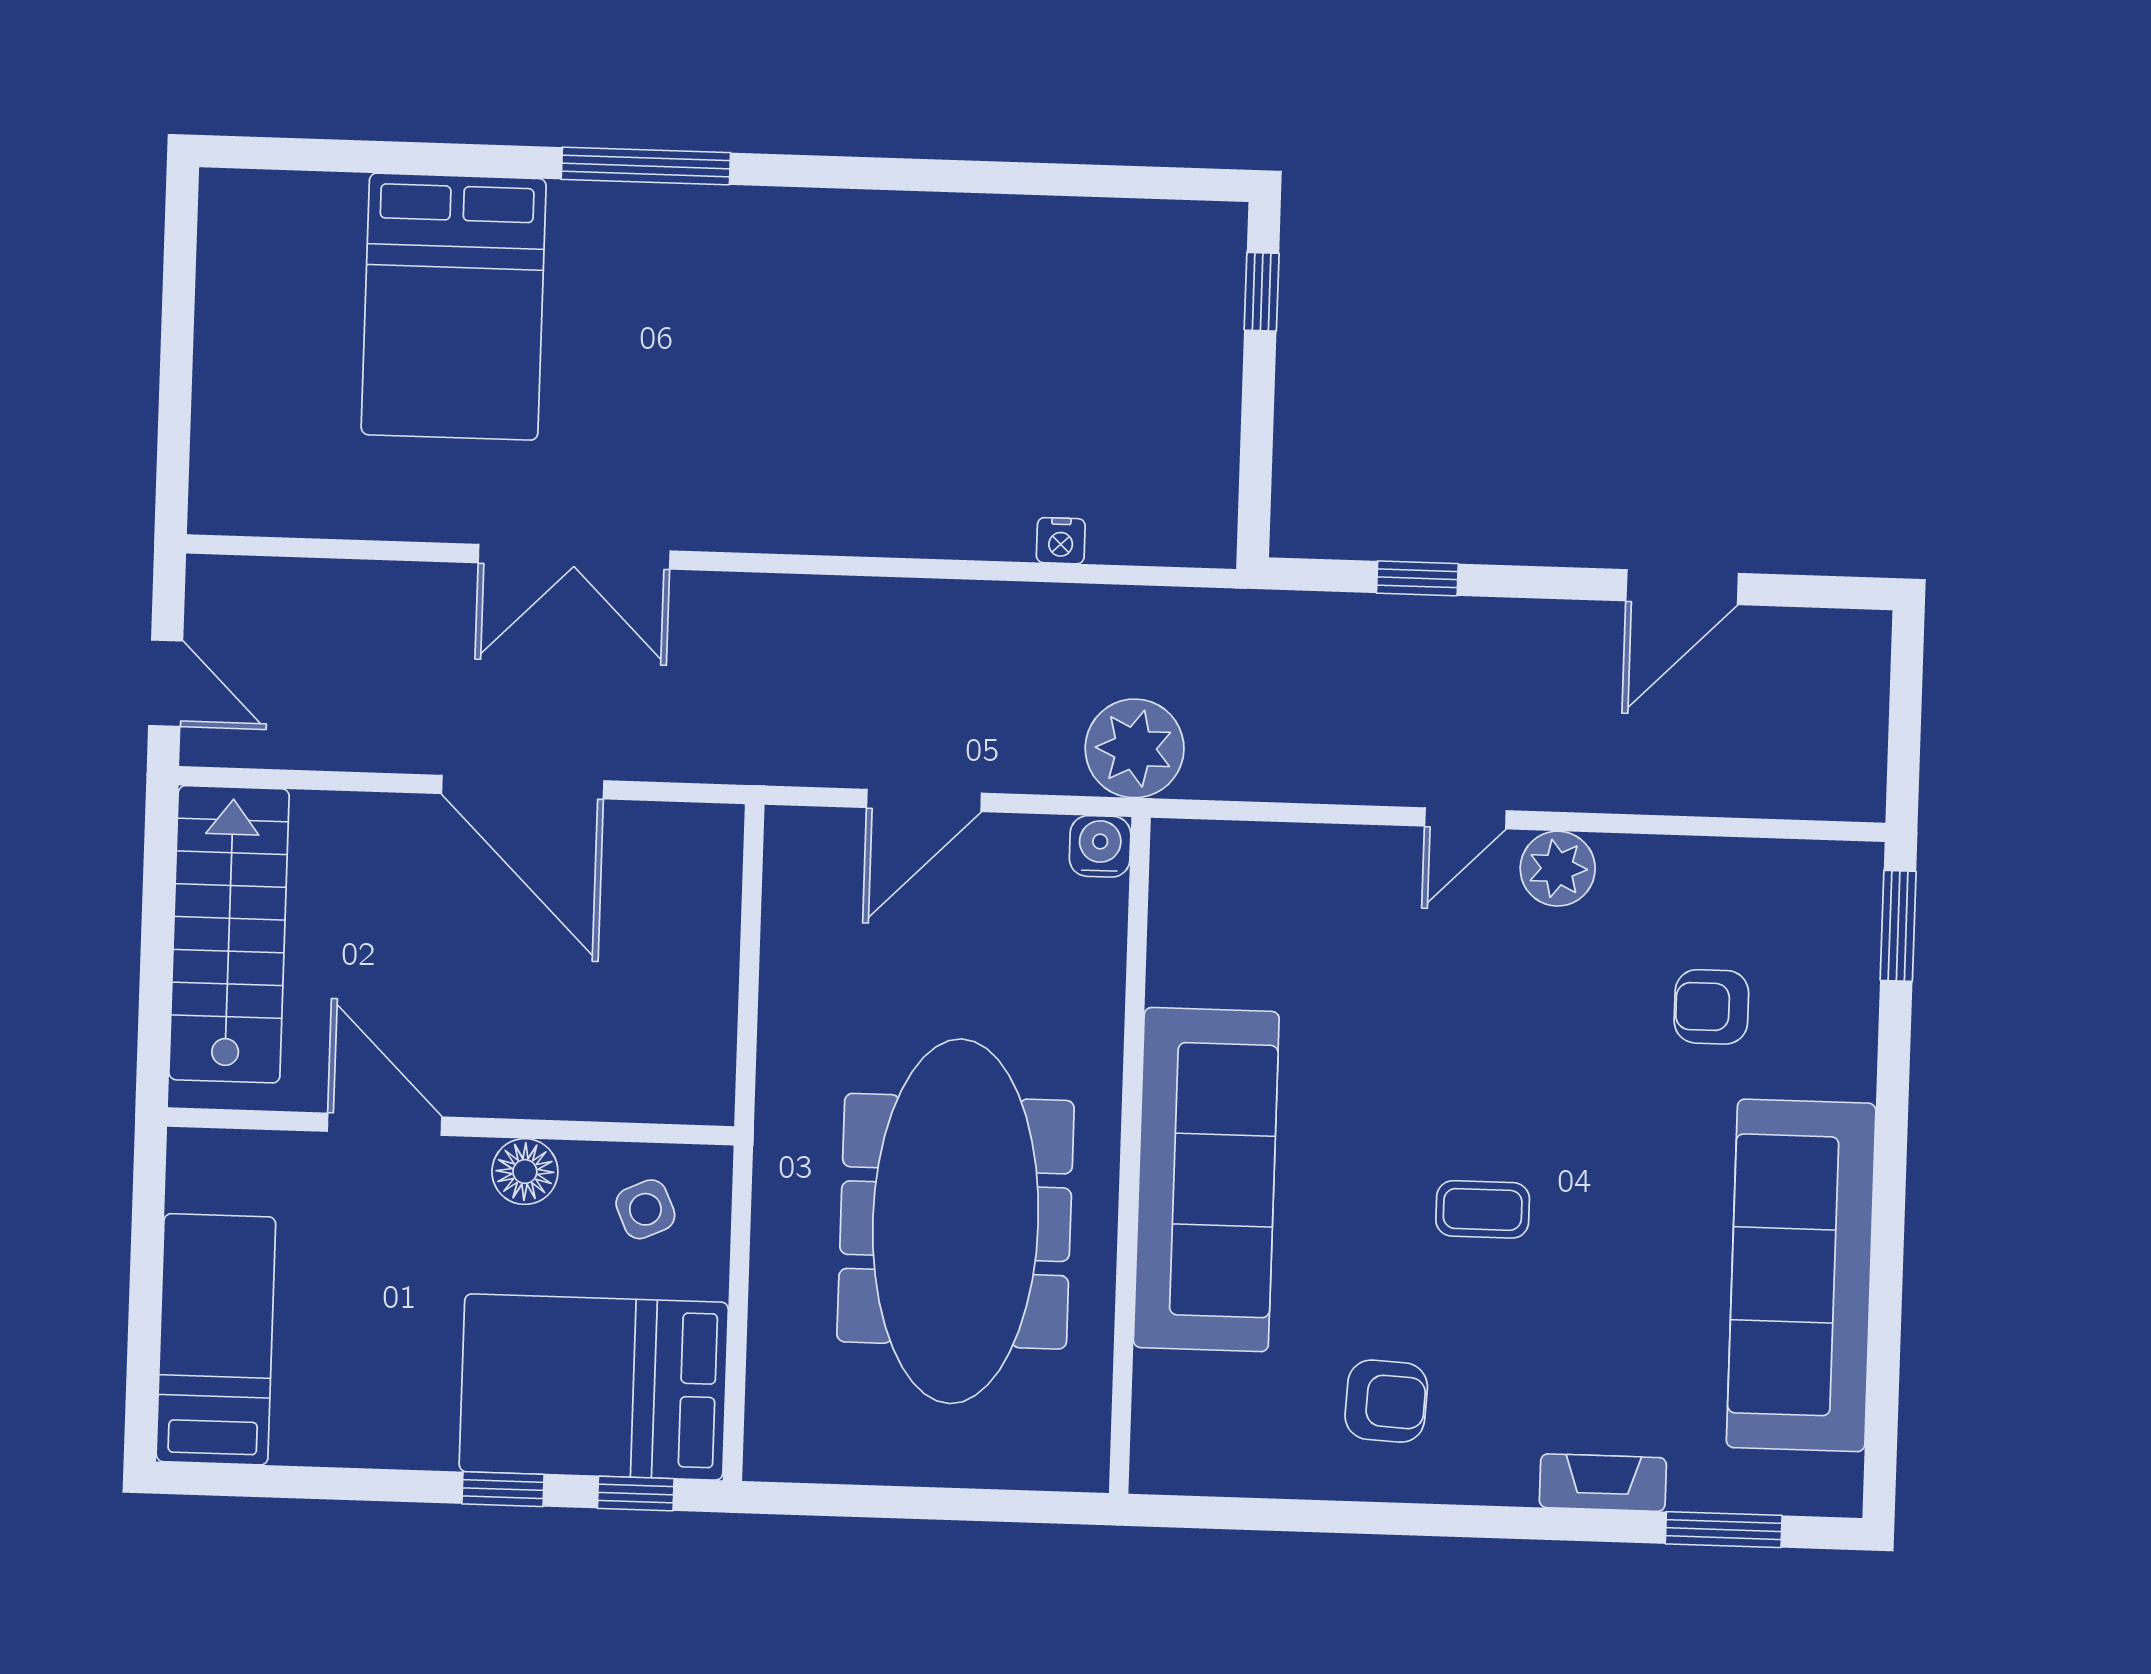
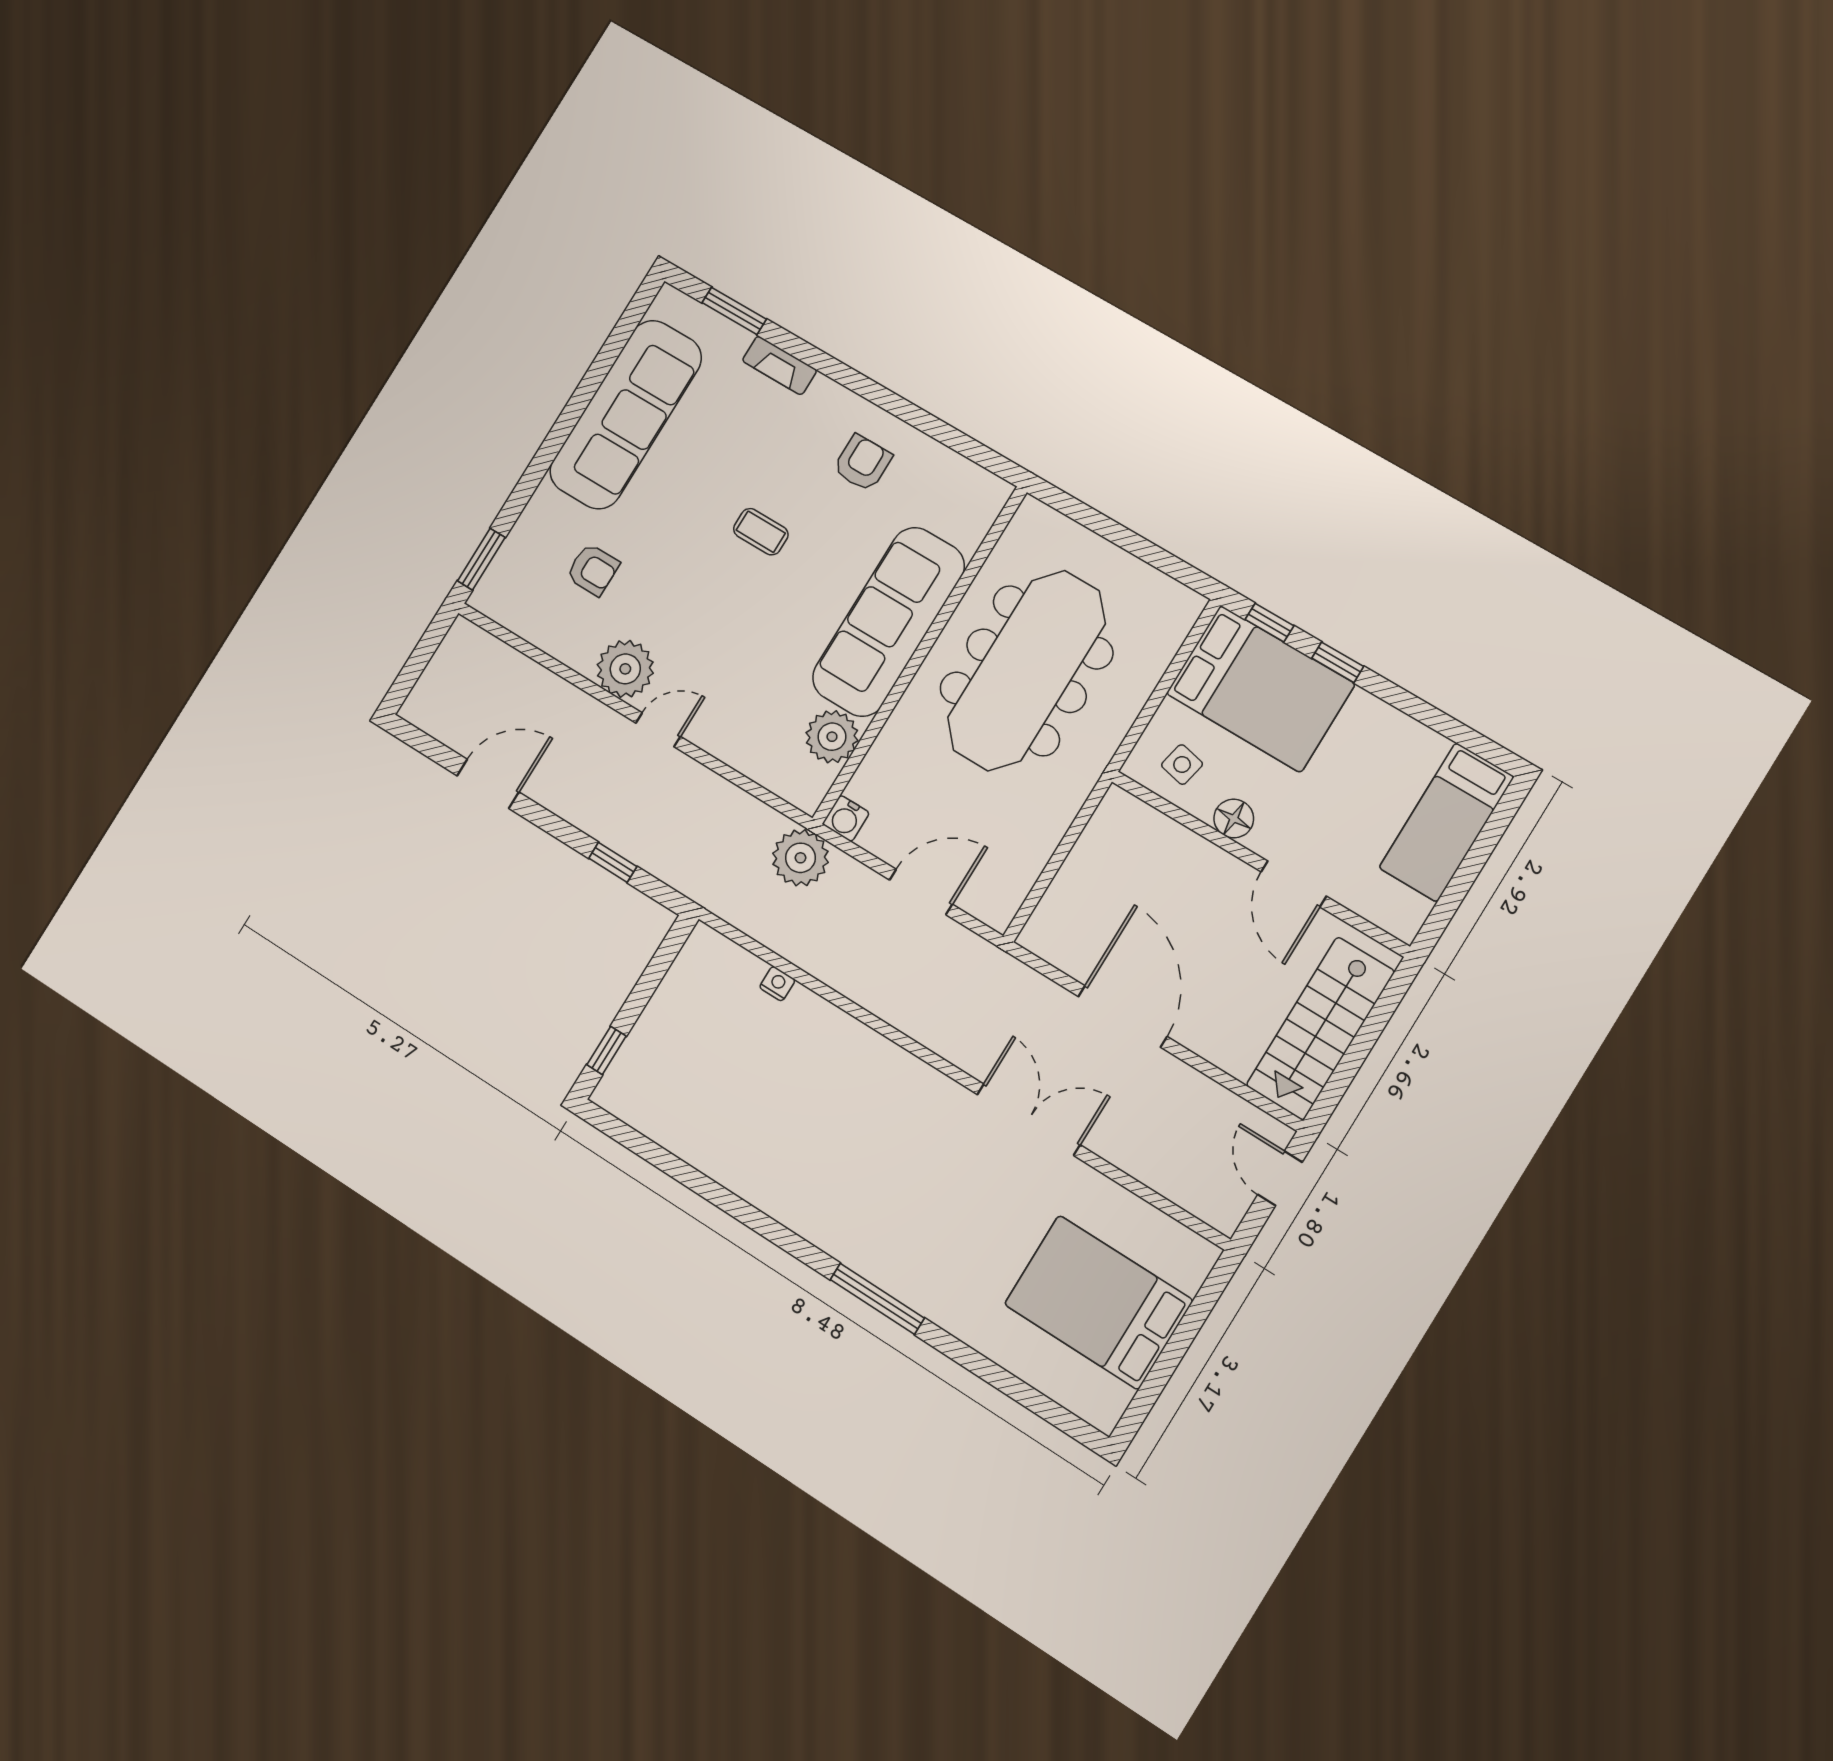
bed: (454, 307) -> (1098, 1302), moved, turned -90
plant: (1558, 869) -> (625, 669), width x1.36, depth x1.36
plant: (1192, 958) -> (832, 737), added
side table: (645, 1209) -> (1182, 765), turned 36
armchair: (1386, 1401) -> (863, 463), turned 87

